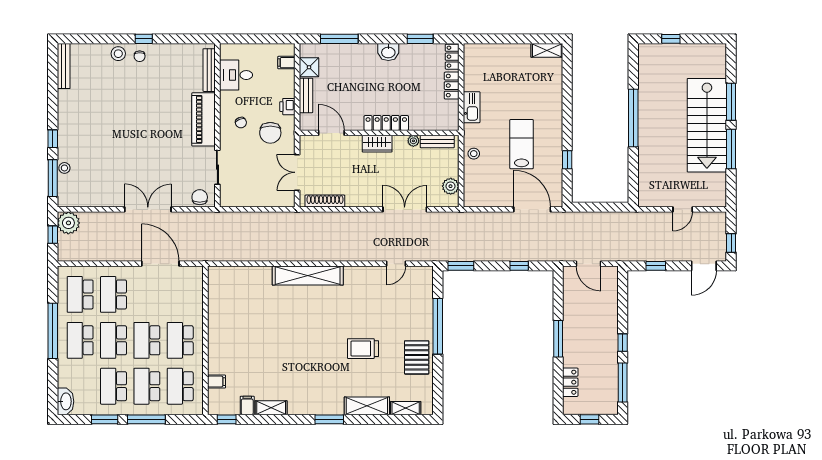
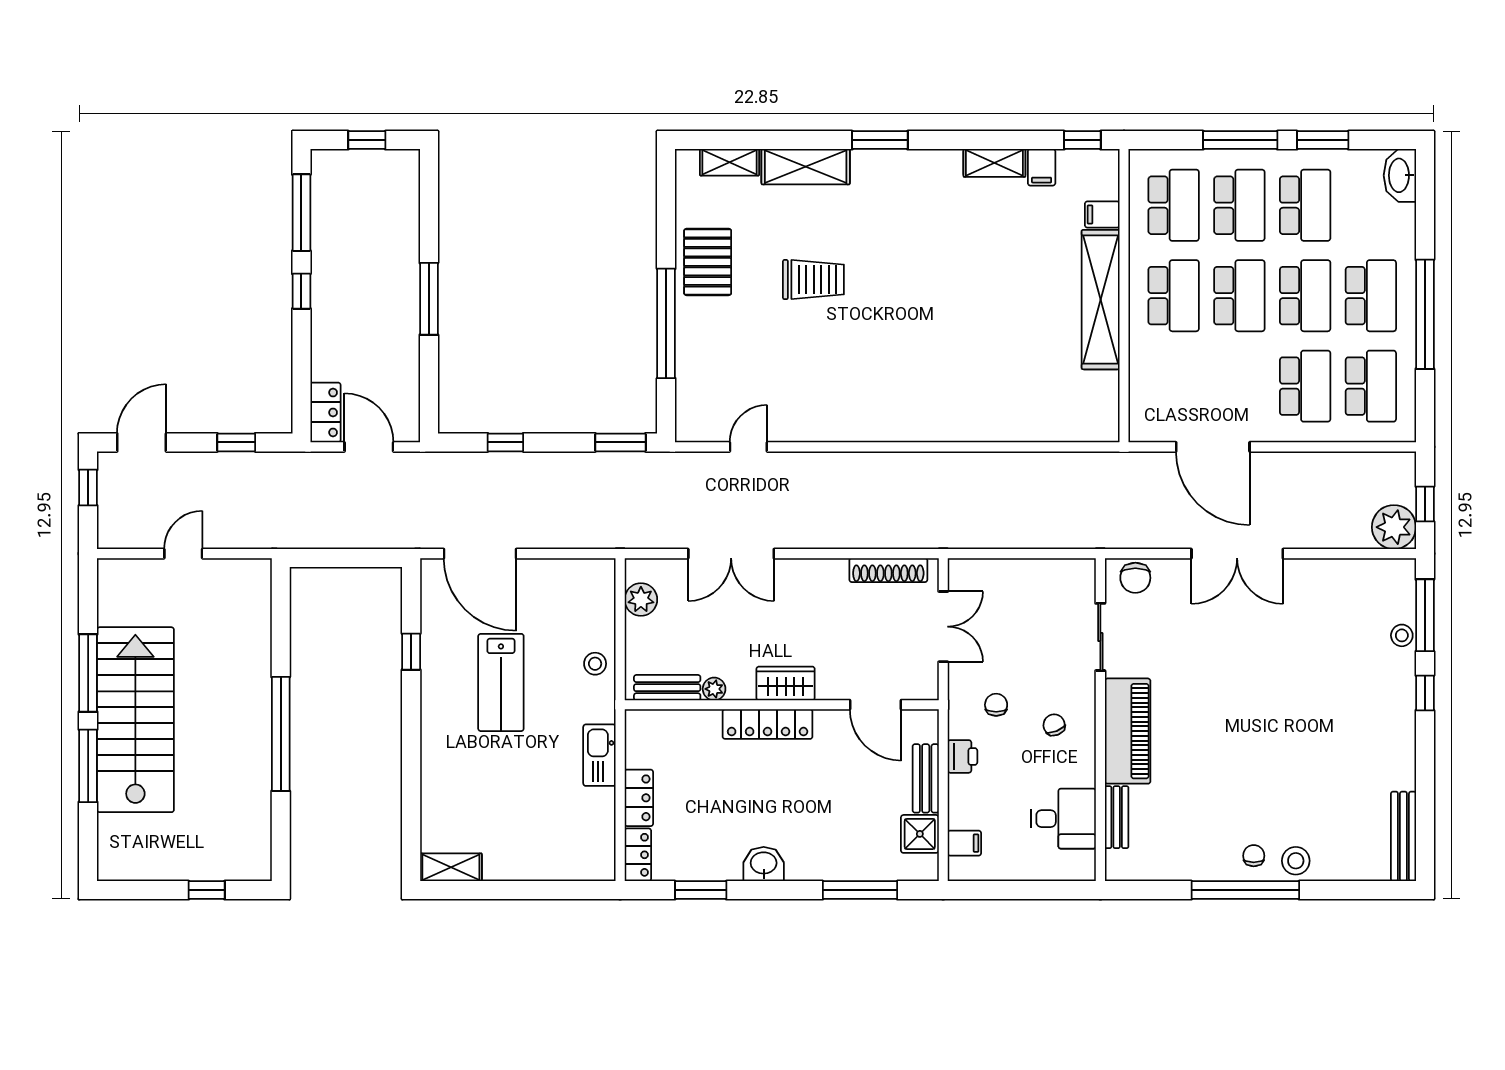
window: (144, 39) -> (1245, 890), width x3.17
bench: (209, 70) -> (1117, 817), width x0.73
chair: (270, 133) -> (996, 705), width x0.54, depth x0.54
shelving: (308, 276) -> (1101, 300), moved, turned 90
locker: (570, 382) -> (325, 412), moved, turned 180

